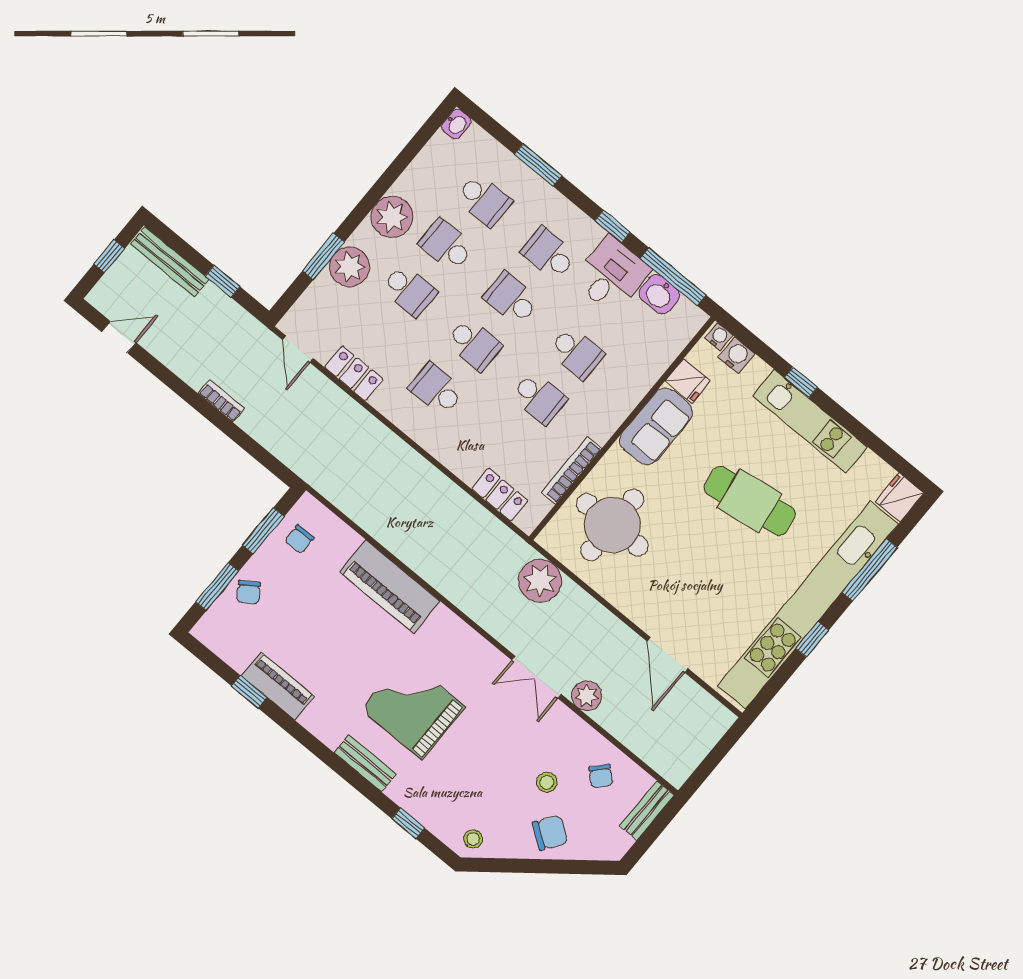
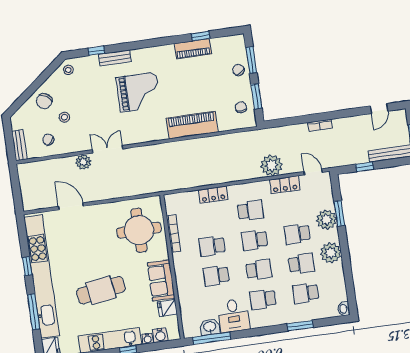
window: (612, 226) -> (252, 333), removed
school desk: (549, 254) -> (263, 299), turned 180
water cooler: (719, 337) -> (148, 339), moved
locker: (500, 495) -> (213, 195), moved
plant: (540, 581) -> (271, 165), moved
bench: (365, 763) -> (115, 58), moved

